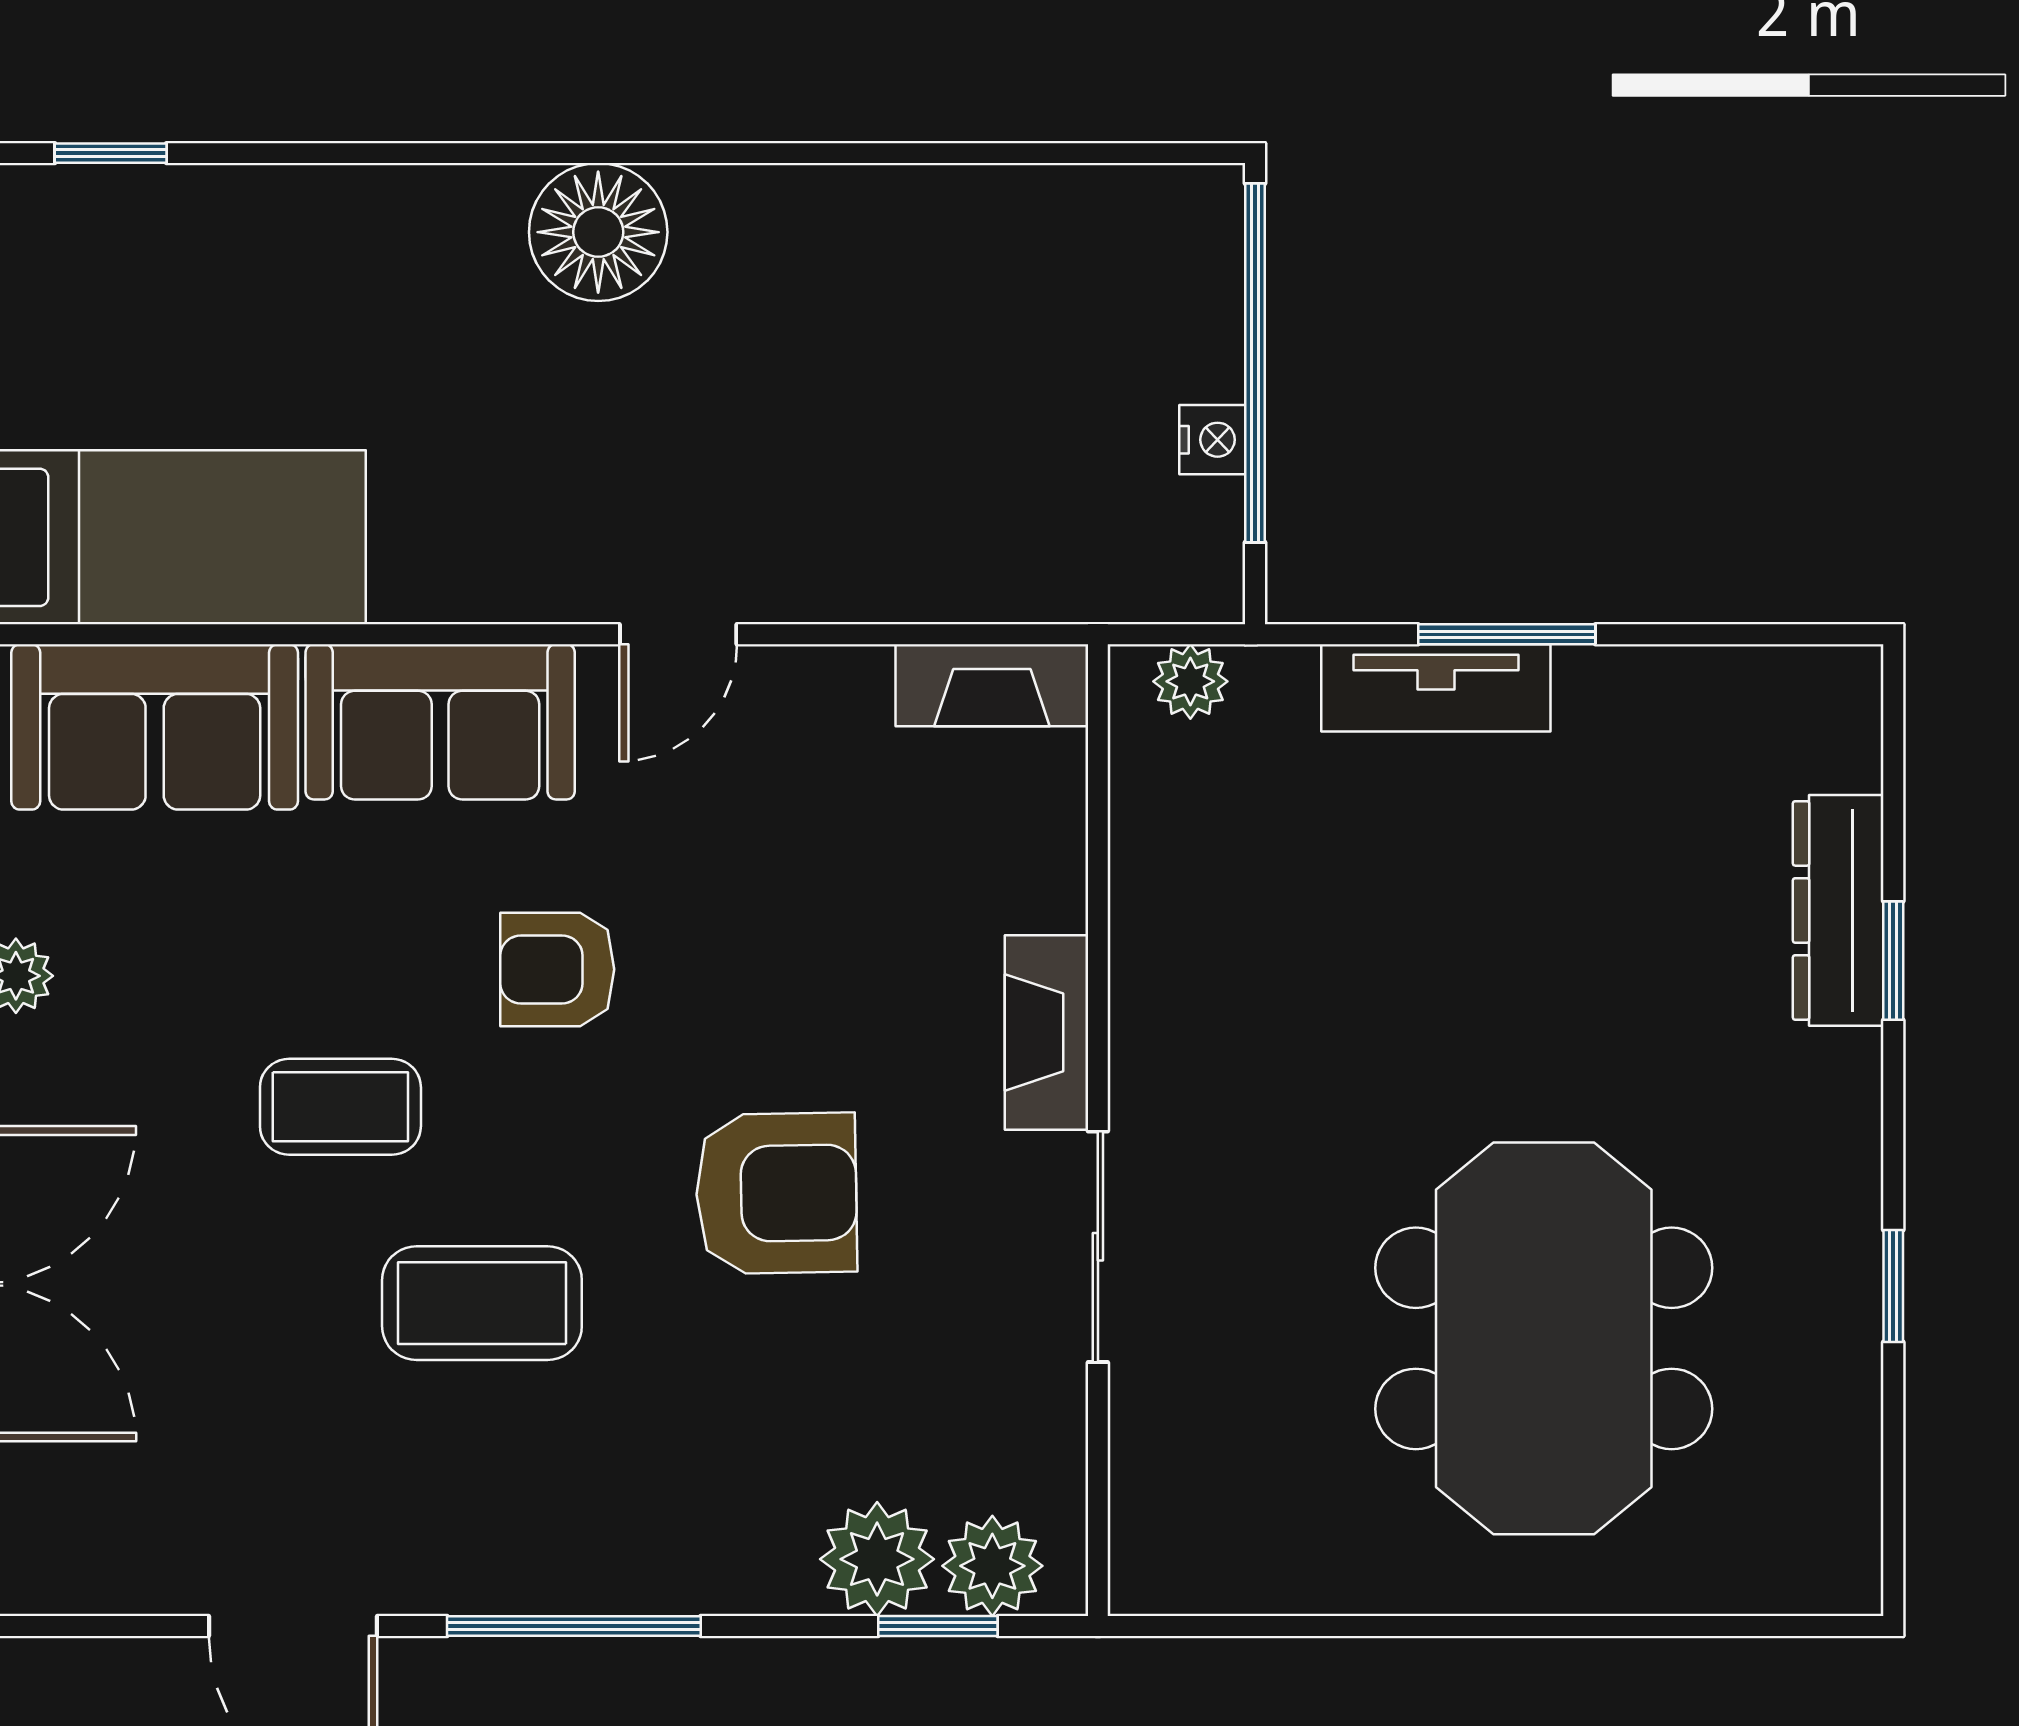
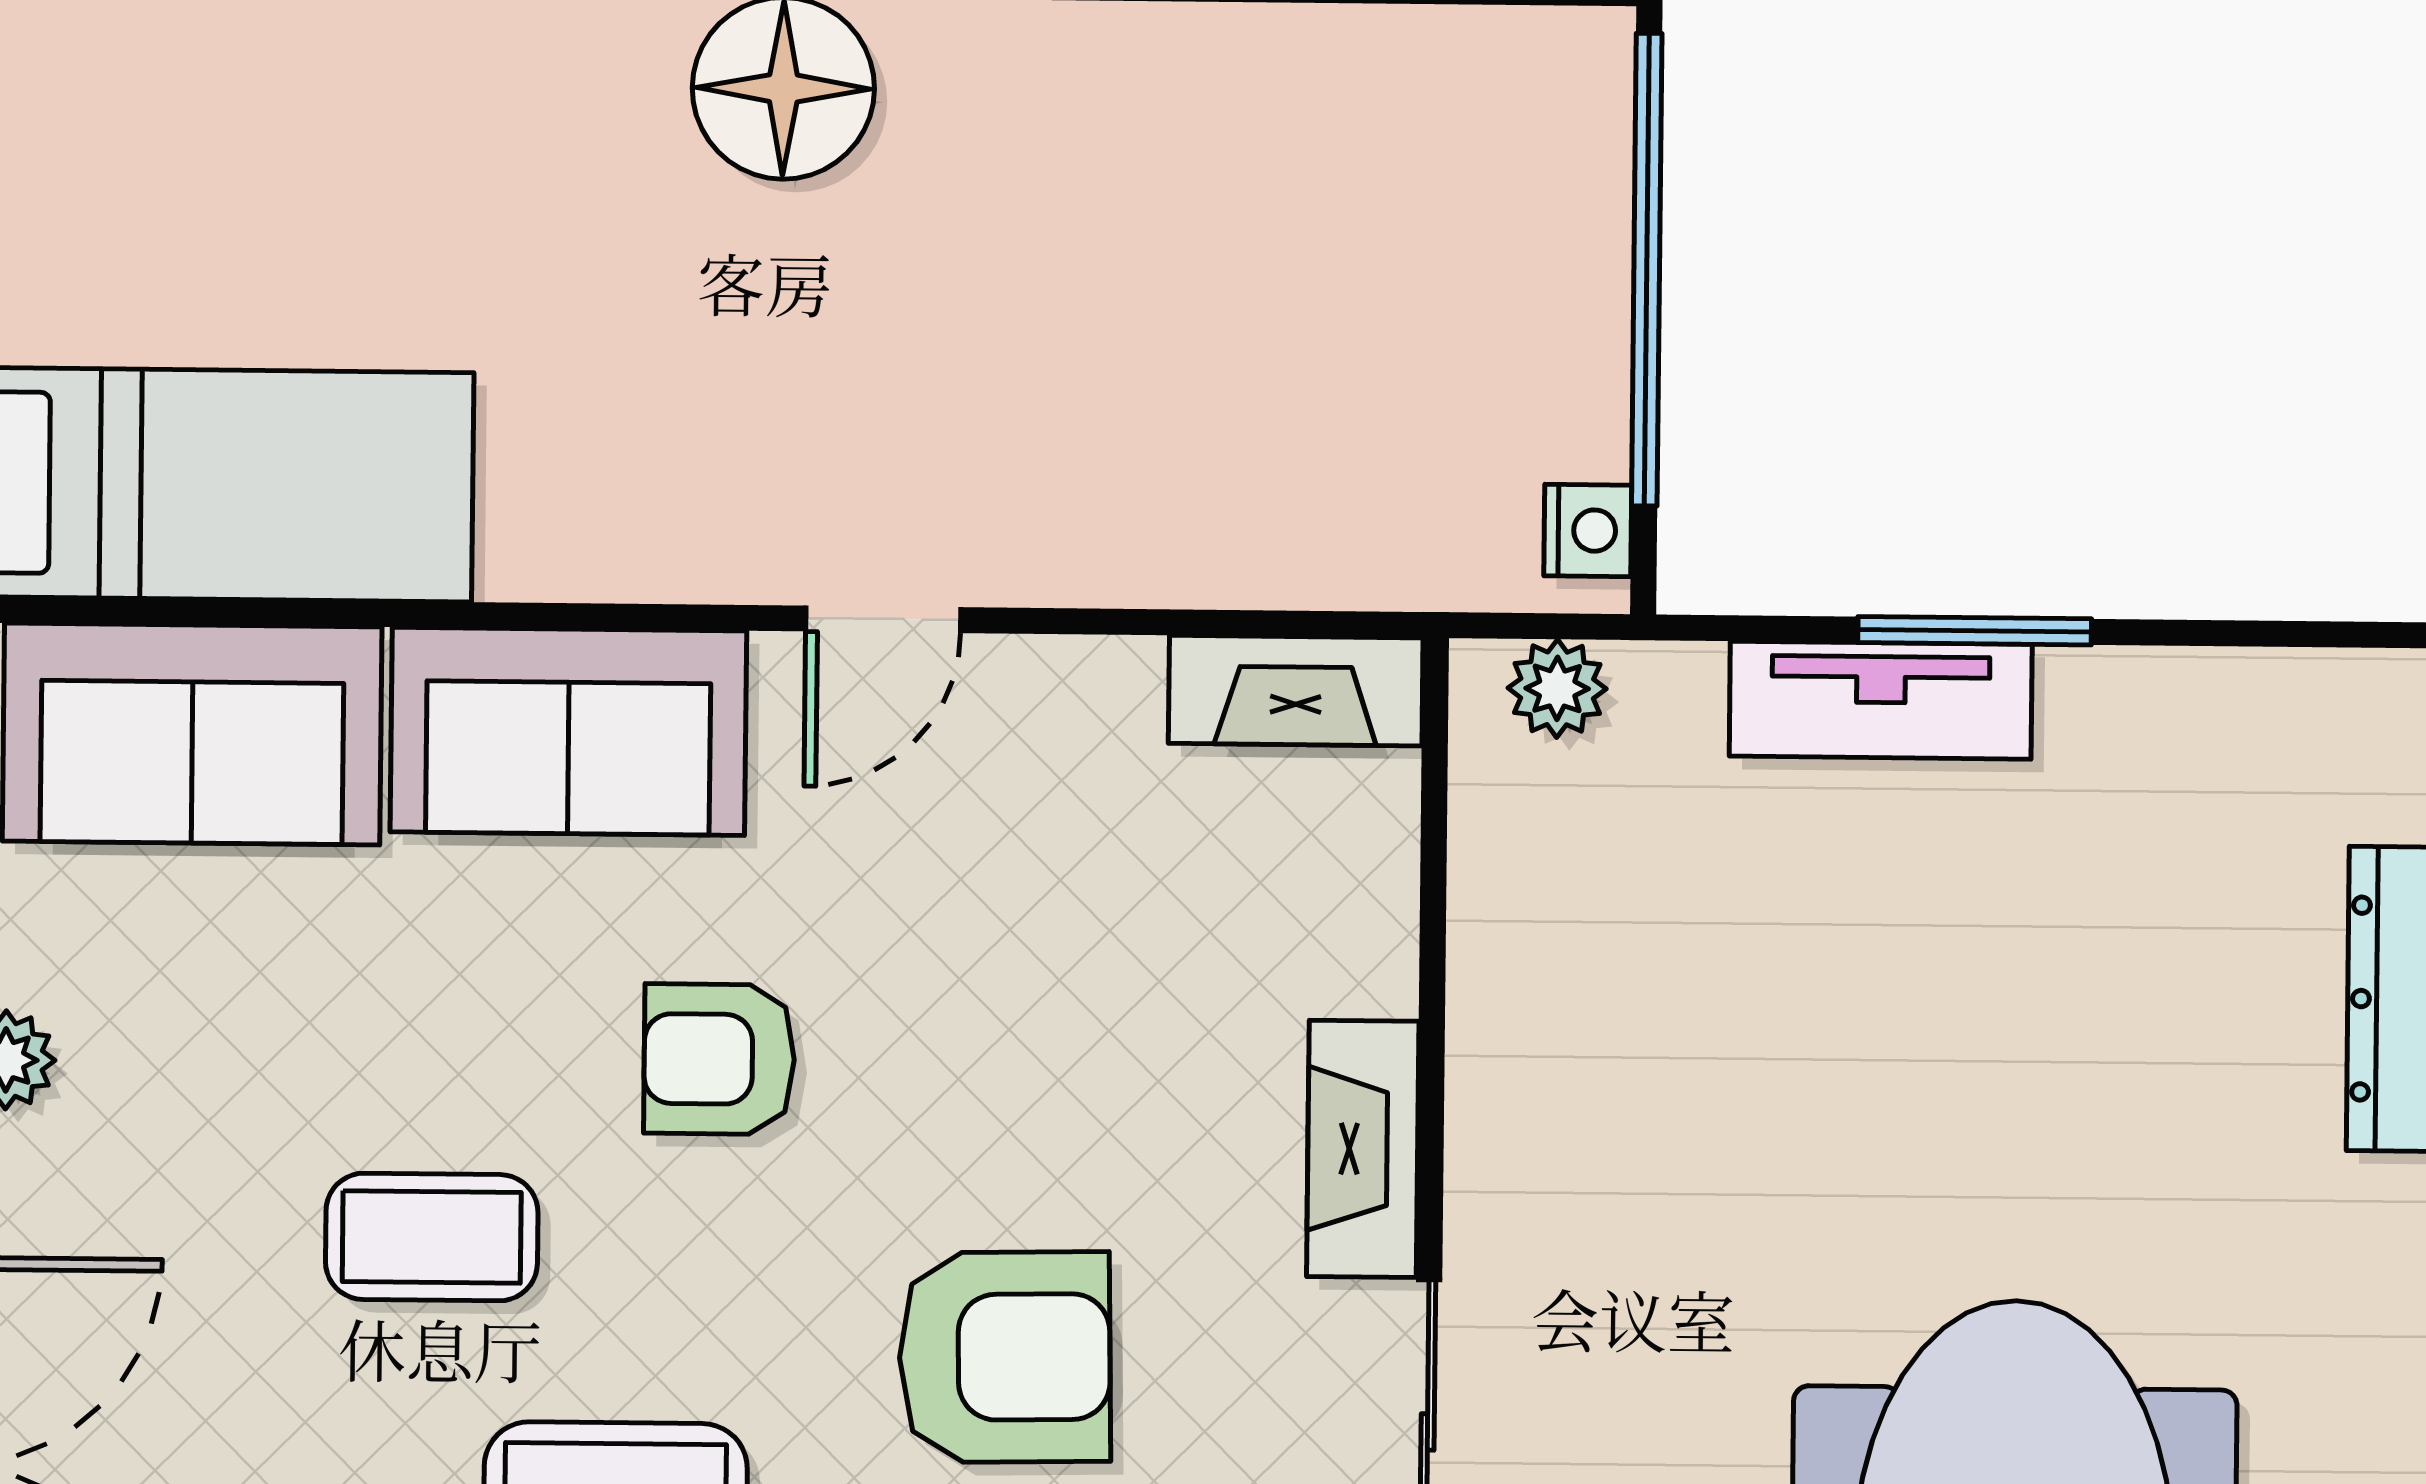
nightstand: (1212, 440) -> (1588, 530), moved

